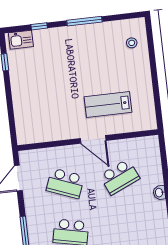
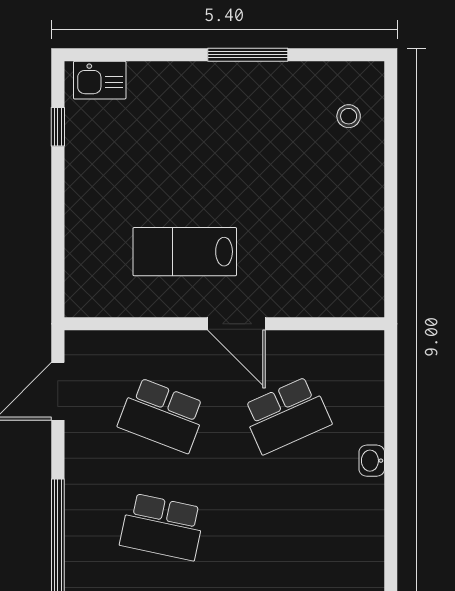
window: (39, 26) -> (144, 55), removed
lab bench: (108, 105) -> (185, 252), moved

